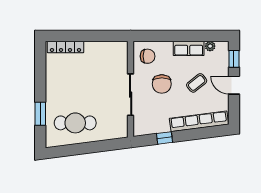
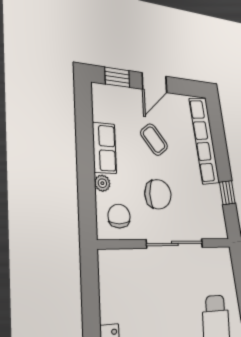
plant: (210, 46) -> (102, 183), moved

